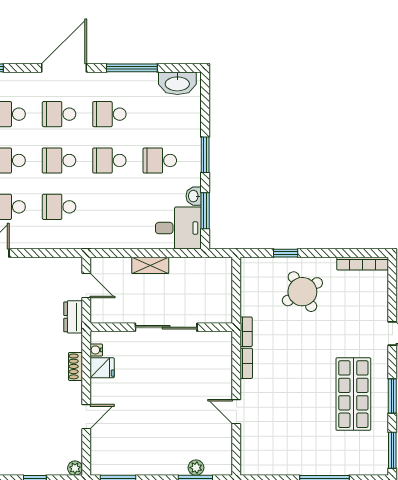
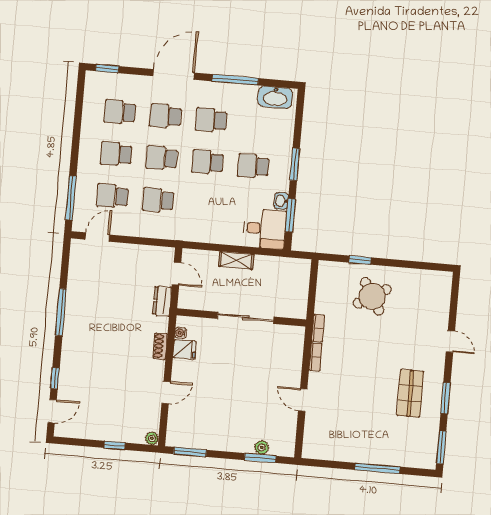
bookcase: (363, 264) -> (429, 276), removed
shop shelf: (353, 394) -> (410, 393), width x0.70, depth x0.74

